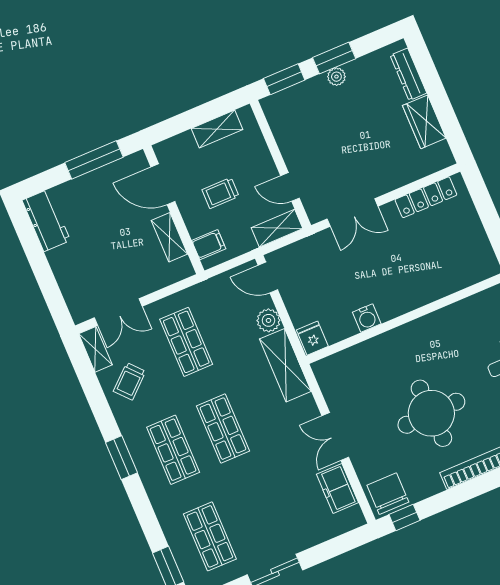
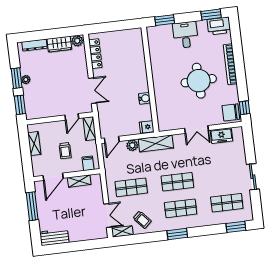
plant: (441, 155) -> (77, 41), added

